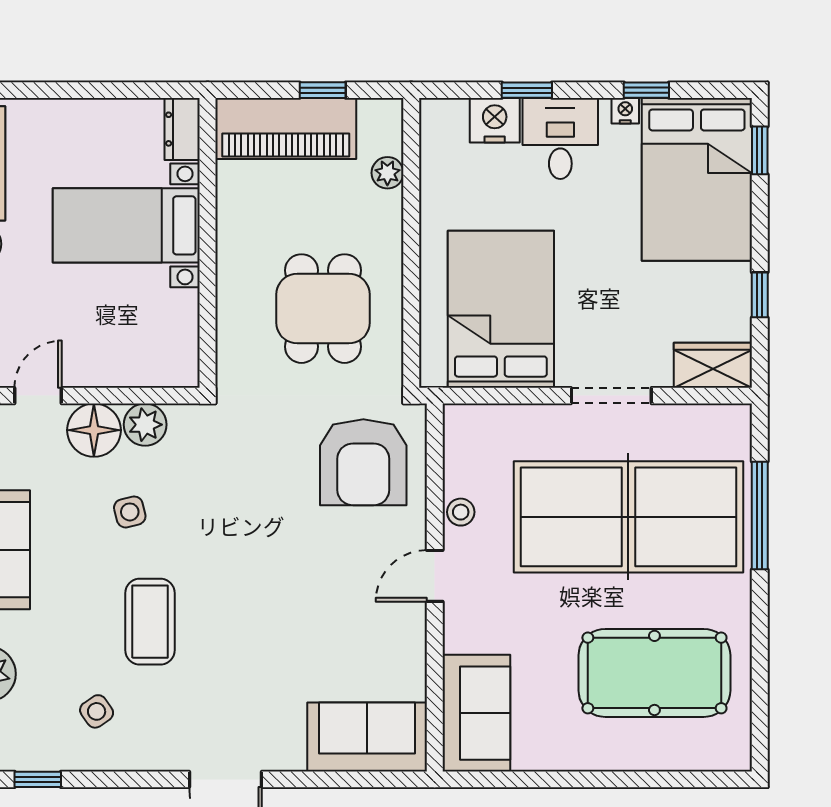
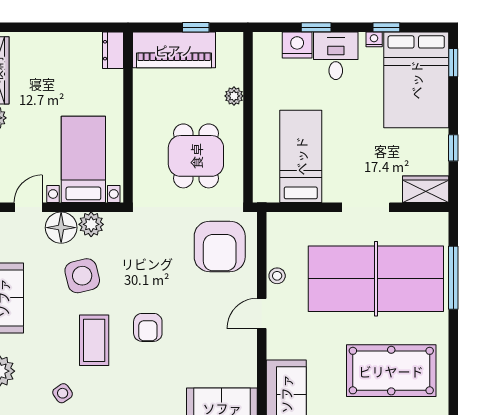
plant: (387, 173) -> (234, 96), moved
bed with nightstands: (126, 225) -> (83, 159), moved, turned 90
bed: (501, 309) -> (301, 156), width x0.67
side table: (130, 512) -> (82, 276), width x1.87, depth x1.87
armchair: (241, 600) -> (148, 327), added

